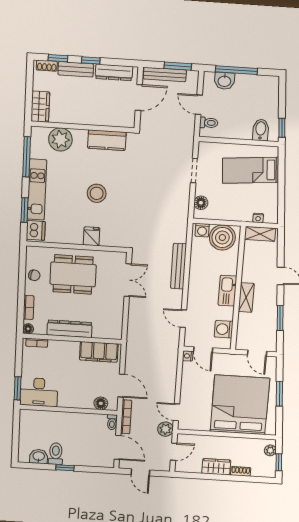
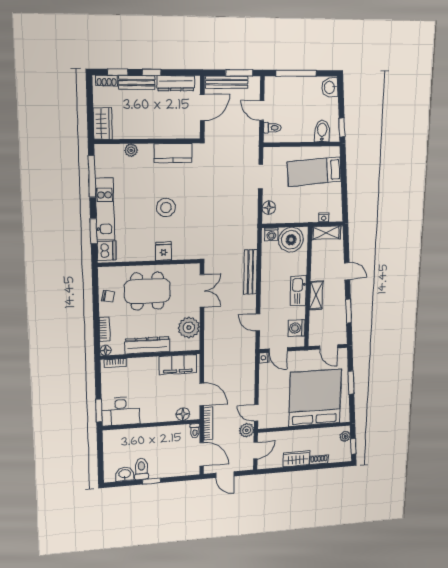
washbasin: (224, 81) -> (330, 87), moved, turned 85
plant: (60, 139) -> (131, 150), width x0.53, depth x0.53
plant: (112, 316) -> (189, 328), added

